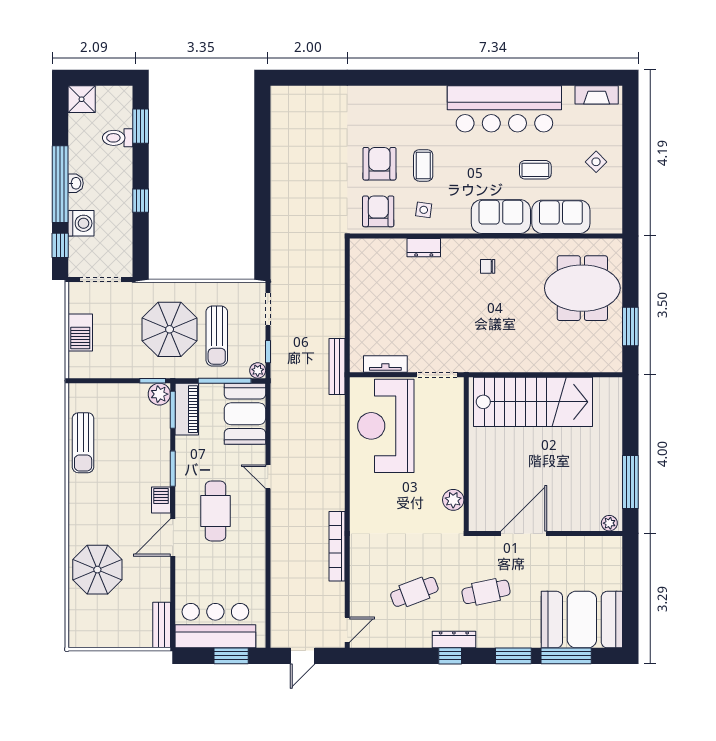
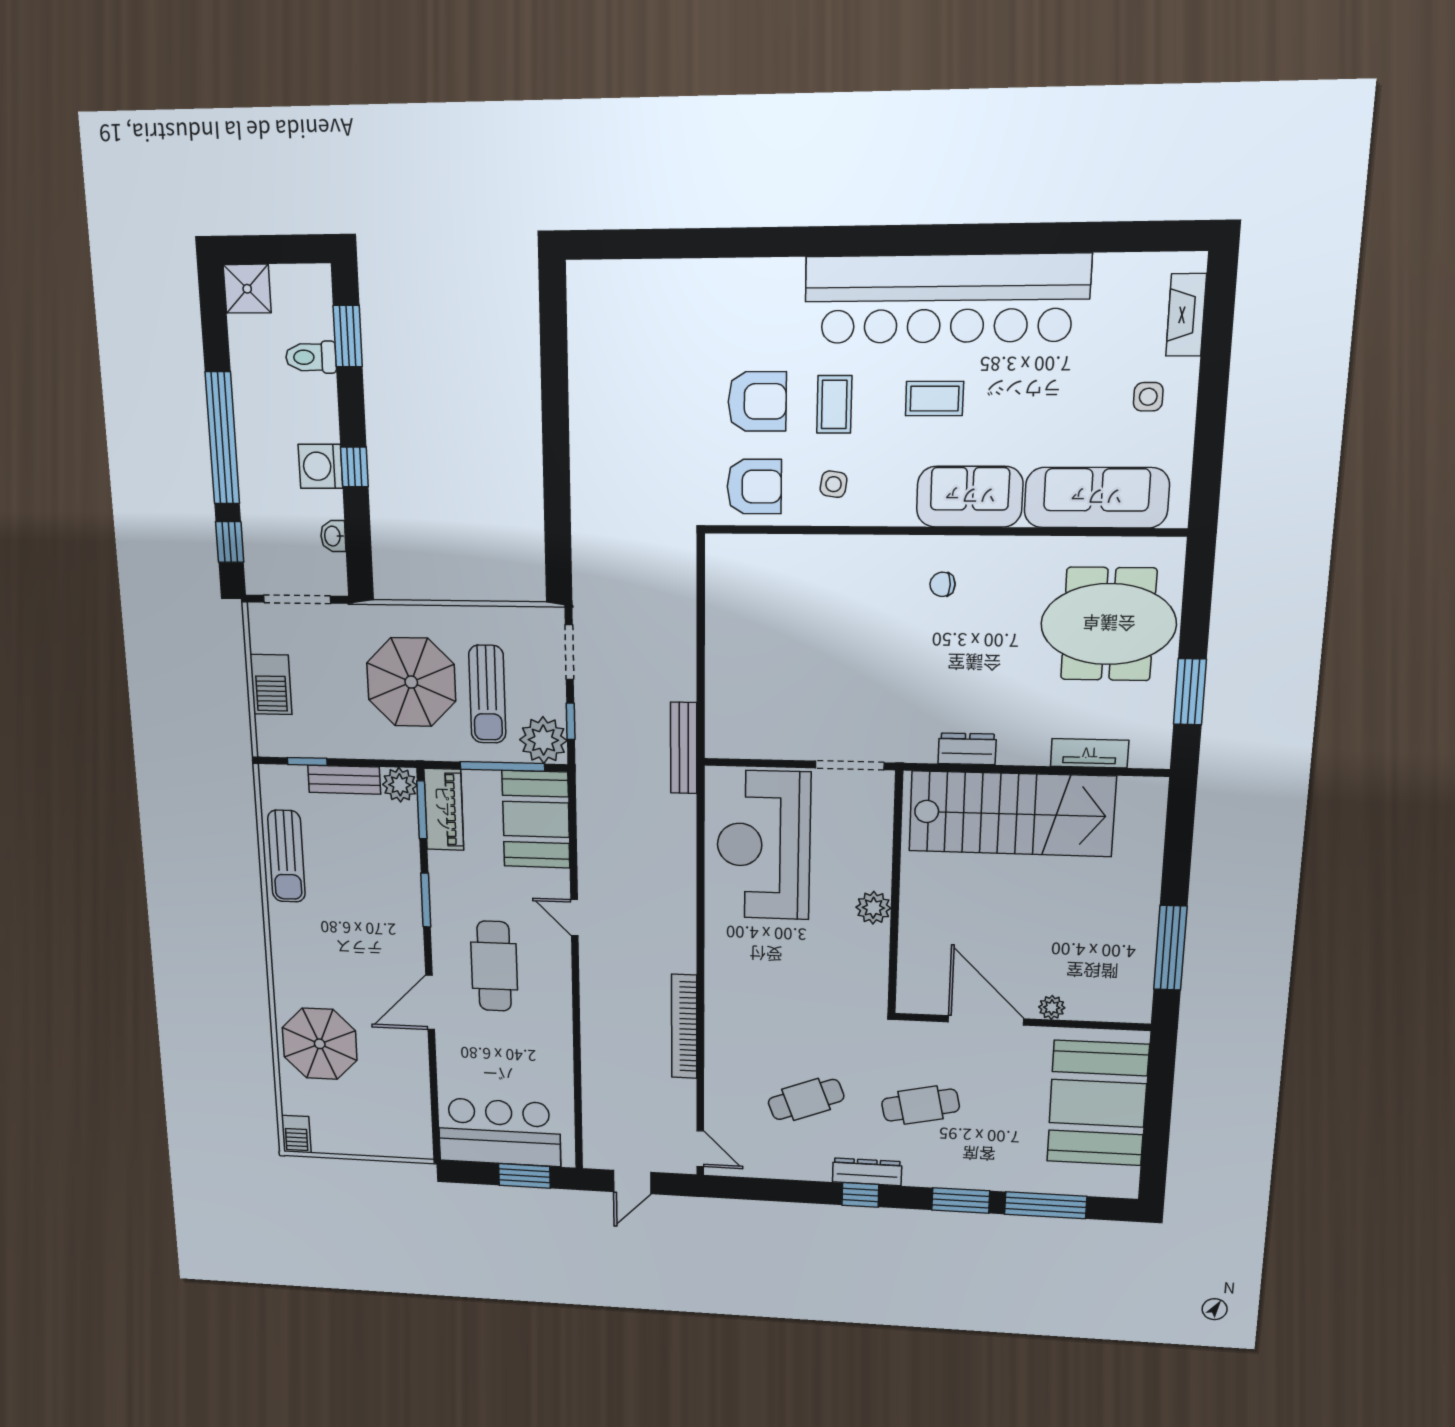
fireplace: (597, 95) -> (1186, 315), moved, turned 90
bar counter: (504, 109) -> (946, 299), width x1.36
side table: (596, 162) -> (1148, 397), turned 45
armchair: (379, 164) -> (757, 401), turned 90
coffee table: (535, 170) -> (934, 399), moved
washbasin: (76, 183) -> (333, 536), moved, turned 180
armchair: (378, 211) -> (754, 487), turned 90
sofa: (561, 217) -> (1096, 498), width x1.36
washing machine: (81, 223) -> (320, 466), moved, turned 180
dresser: (424, 248) -> (967, 749), moved, turned 180
tv unit: (385, 364) -> (1090, 753), moved
plant: (258, 370) -> (543, 740), width x1.87, depth x1.87
window: (153, 381) -> (307, 761), moved
barbecue: (161, 500) -> (296, 1134), moved, turned 180
plant: (453, 500) -> (873, 908), moved
plant: (609, 523) -> (1052, 1007), moved
door: (524, 533) -> (986, 1020), hinge flipped
booth: (582, 620) -> (1098, 1103), moved, turned 90
bench: (162, 625) -> (344, 780), moved, turned 90
door: (347, 630) -> (700, 1149), hinge flipped

